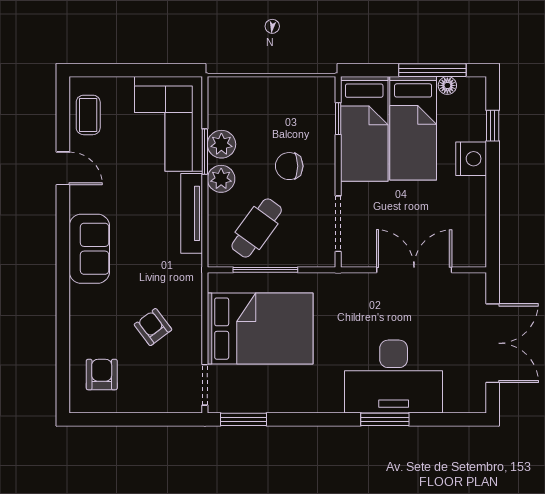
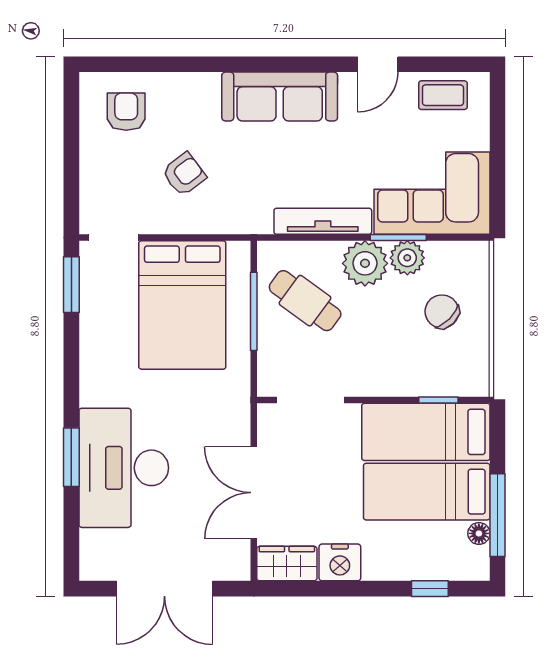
nightstand: (471, 159) -> (340, 562), moved
chair: (289, 166) -> (442, 311), moved, turned -45
plant: (221, 179) -> (365, 263), width x1.36, depth x1.36
wardrobe: (472, 243) -> (287, 564), added
sofa: (89, 249) -> (280, 97), width x1.36
double door: (414, 270) -> (254, 493), swing flipped
armchair: (102, 375) -> (126, 112), turned -90

